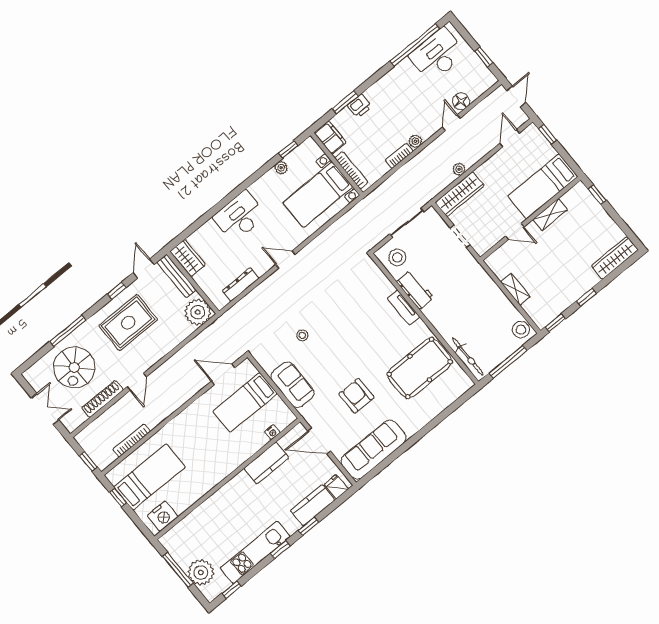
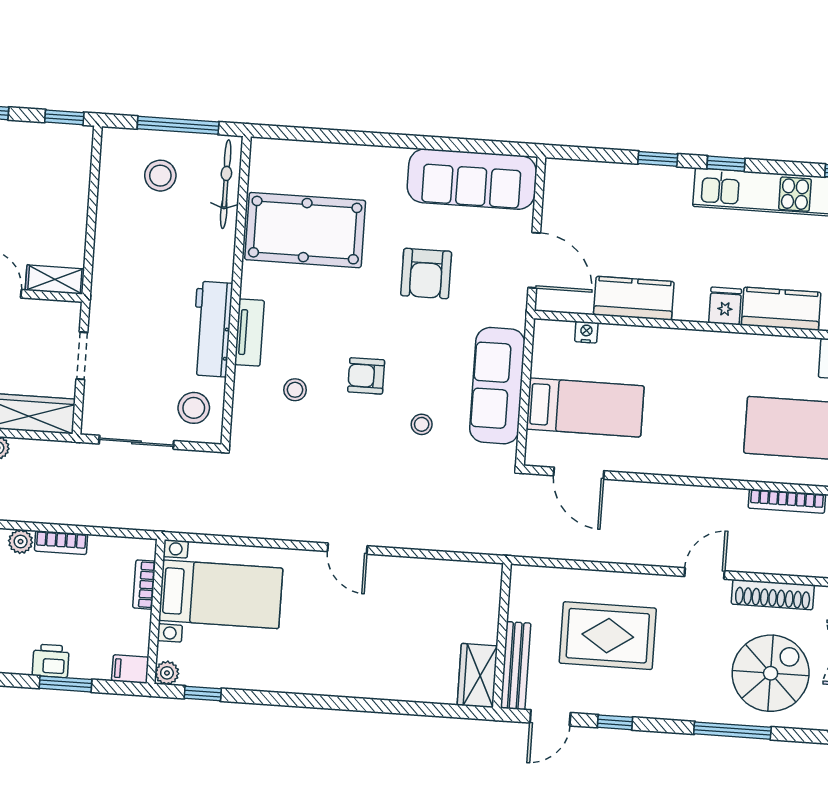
filing cabinet: (330, 138) -> (130, 669), width x0.50
plant: (281, 168) -> (167, 673), moved
bookcase: (351, 170) -> (144, 585), width x0.64
desk: (240, 216) -> (354, 665), removed
dresser: (241, 284) -> (440, 572), removed
shelving: (515, 289) -> (55, 280), moved, turned 90
workbench: (415, 290) -> (212, 329), width x1.38
stool: (365, 302) -> (295, 390), added
plant: (198, 312) -> (533, 590), removed
rug: (128, 323) -> (608, 636), moved
stool: (521, 330) -> (160, 176), moved
armchair: (342, 334) -> (366, 376), added
sofa: (292, 385) -> (497, 386), width x1.36
fridge: (336, 487) -> (725, 306), moved, turned 180
kitchen counter: (313, 505) -> (781, 309), moved, turned 180

